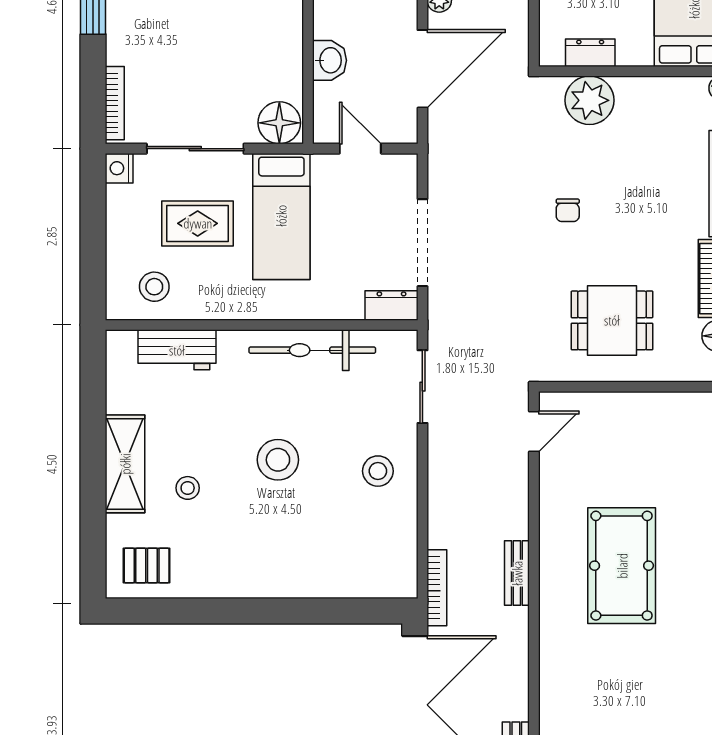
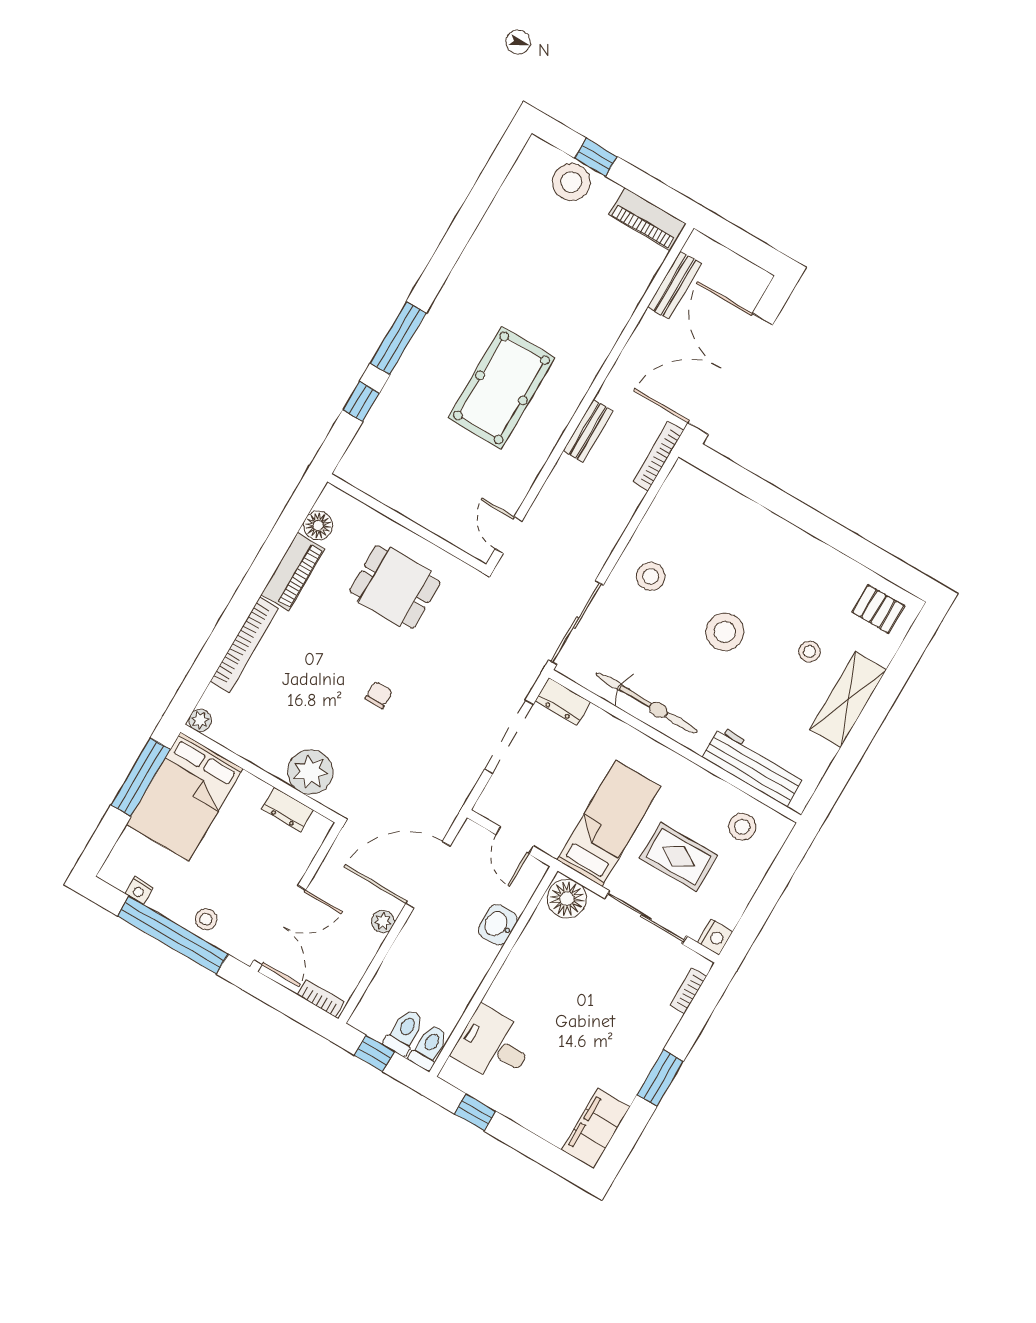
bookcase: (115, 103) -> (688, 991), width x0.64
workbench: (177, 350) -> (754, 766), width x1.38
sliding door: (422, 387) -> (576, 623), width x1.37
door: (534, 431) -> (509, 535), hinge flipped

